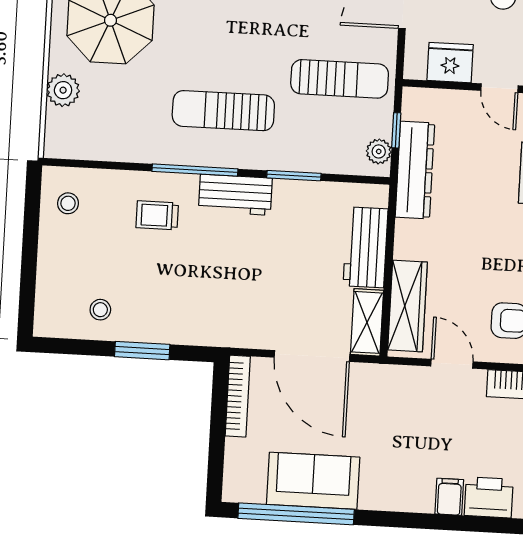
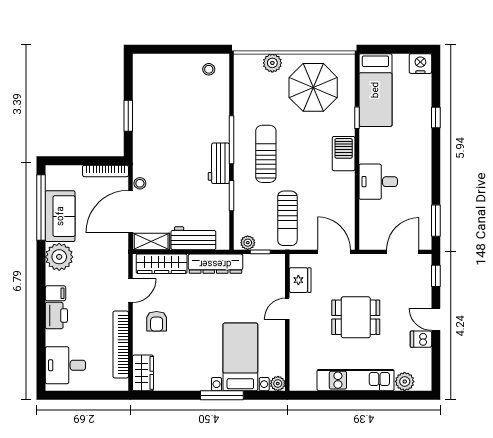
dresser: (415, 170) -> (215, 264), moved
trolley: (157, 215) -> (205, 120), removed
stool: (100, 310) -> (140, 183), moved
plant: (385, 487) -> (59, 257), added

